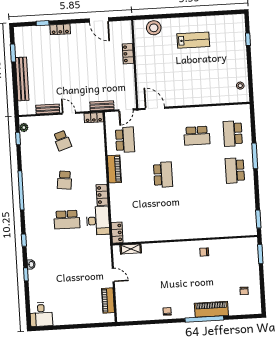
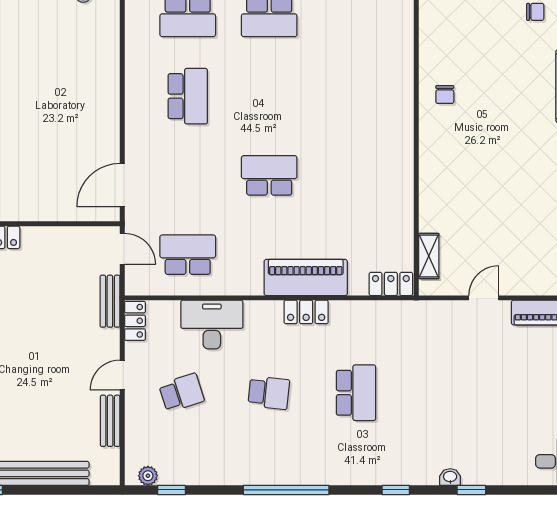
piano: (114, 169) -> (306, 277), moved, width x1.37, depth x1.33
desk: (98, 221) -> (212, 325), moved

